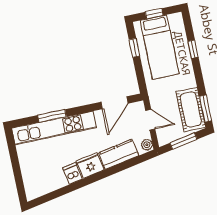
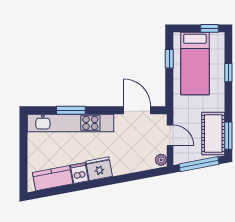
window: (154, 14) -> (210, 28), moved
door: (114, 103) -> (137, 110), swing flipped
window: (183, 141) -> (199, 164), width x1.44
kitchen counter: (119, 154) -> (53, 178), moved

